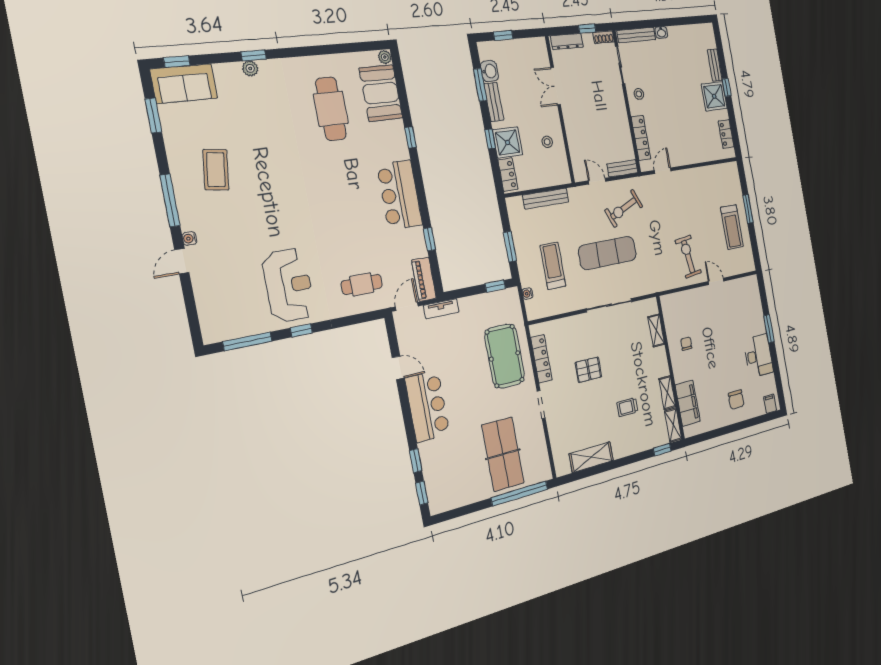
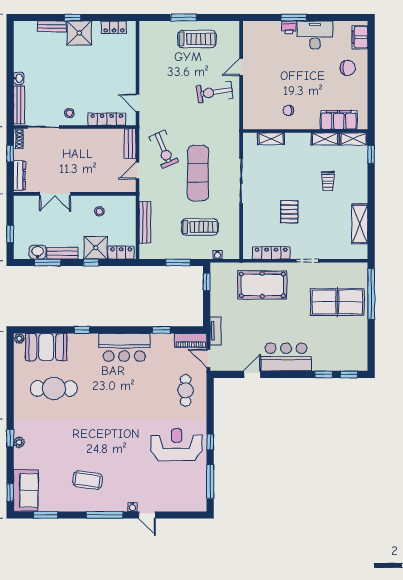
treadmill: (553, 266) -> (200, 227), turned 180
printer: (760, 326) -> (289, 27), added
filing cabinet: (770, 404) -> (360, 37), width x2.00

